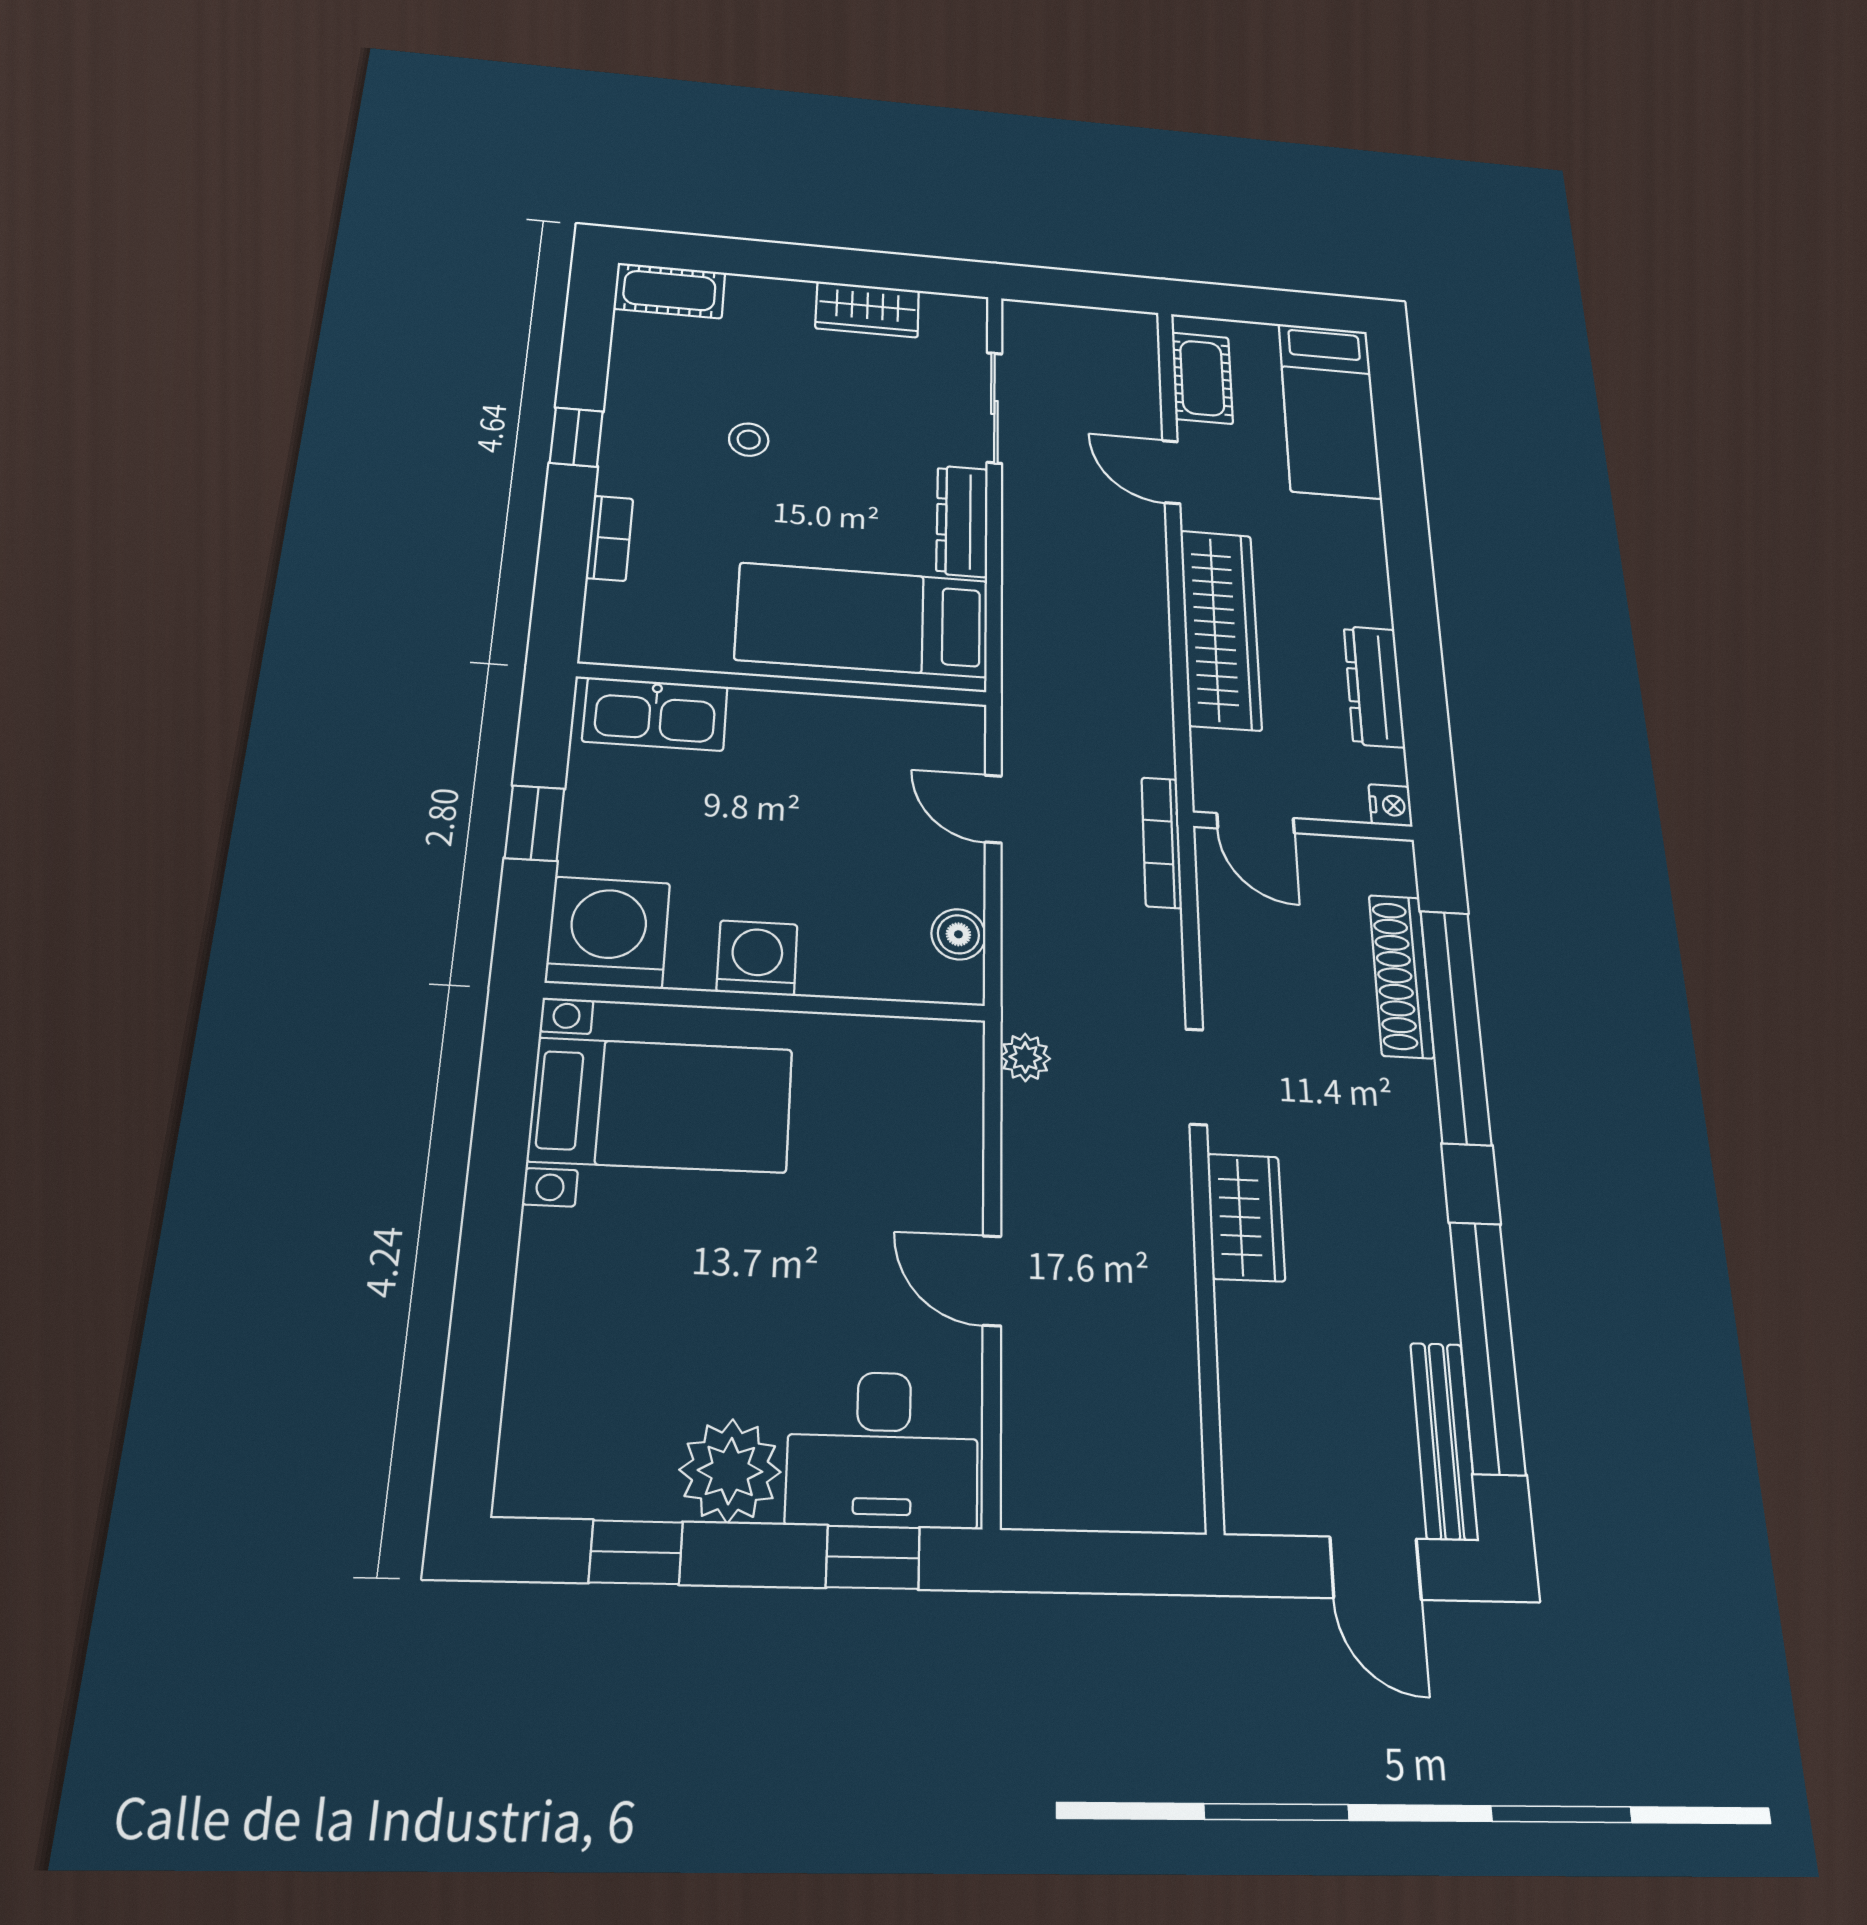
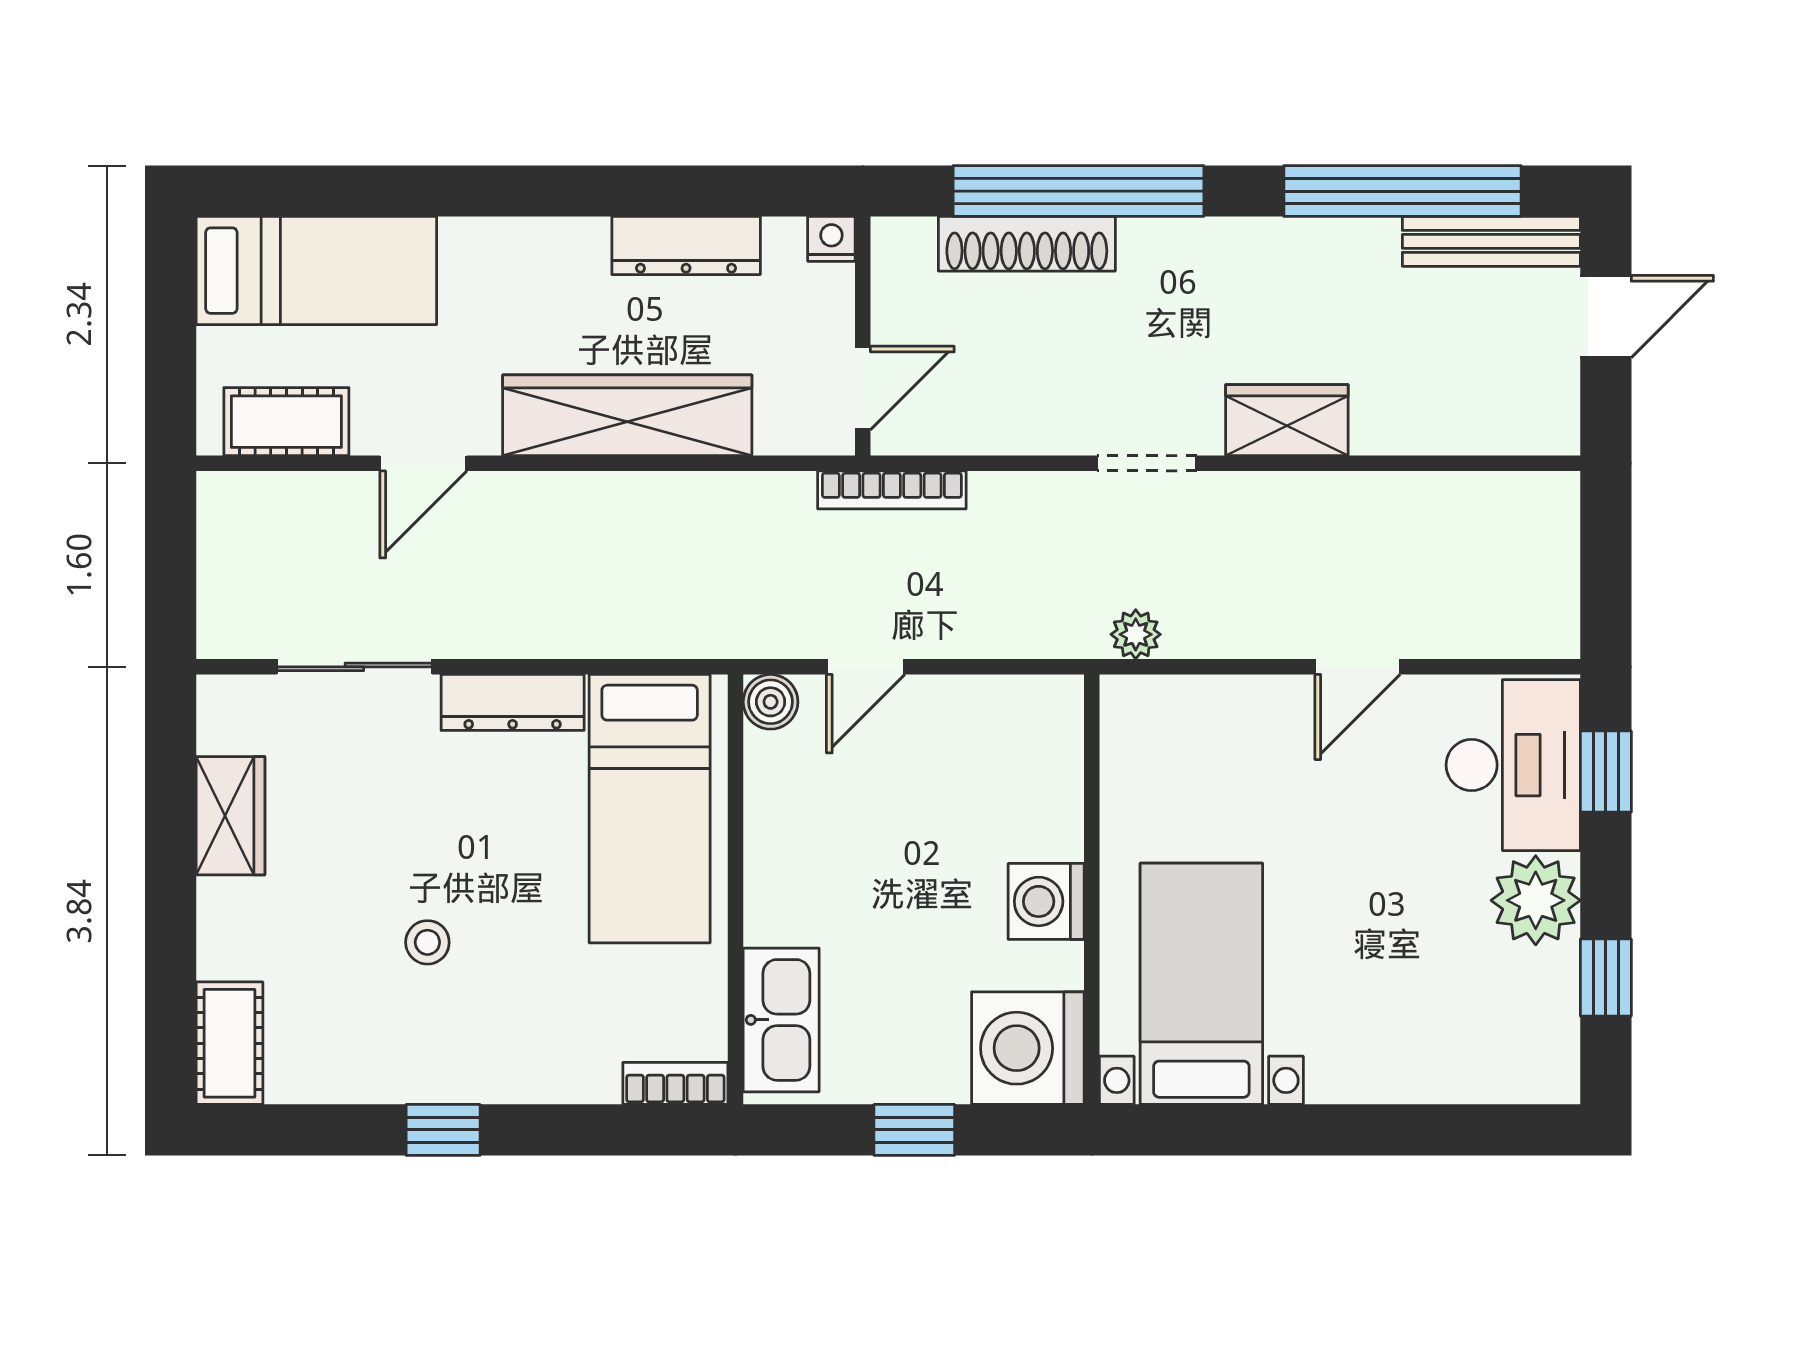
bookcase: (610, 538) -> (675, 1083), moved
boiler: (958, 934) -> (771, 702), moved

